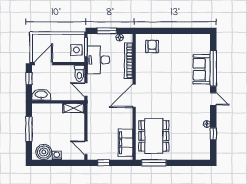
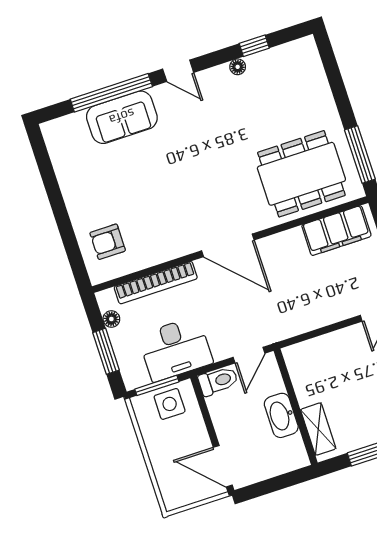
window: (29, 78) -> (266, 487), removed
washbasin: (41, 95) -> (281, 415), moved
door: (213, 99) -> (178, 71), swing flipped
shelving: (74, 108) -> (318, 429), moved

